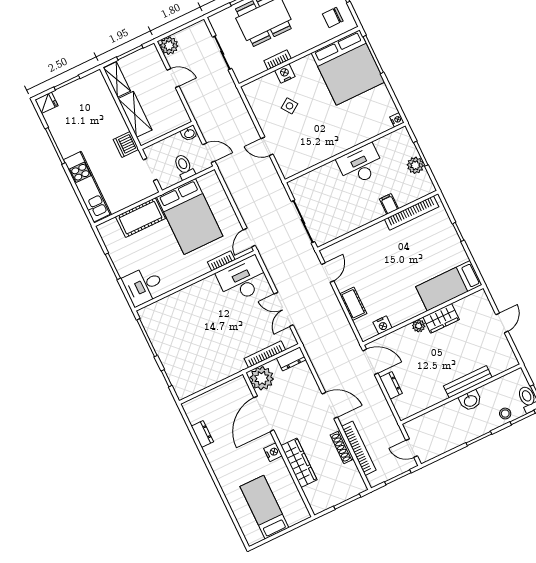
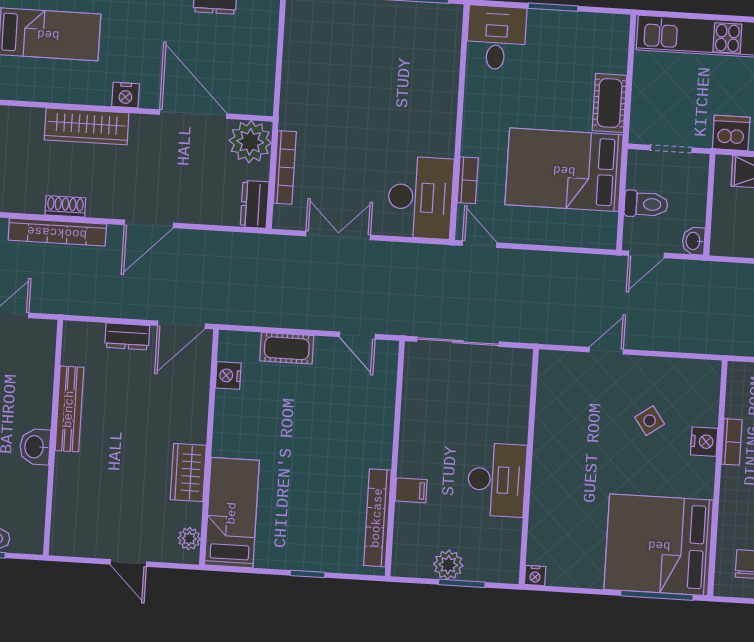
cot: (140, 218) -> (610, 103), width x0.73, depth x0.75
plant: (419, 326) -> (189, 539), moved
bench: (468, 382) -> (69, 409), moved
shoe rack: (342, 447) -> (65, 206), width x0.70

